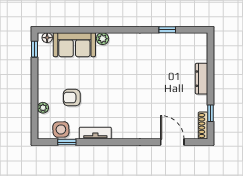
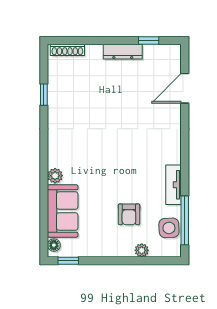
dresser: (201, 79) -> (123, 52), moved
shoe rack: (203, 126) -> (67, 50), moved
window: (67, 142) -> (185, 220), width x2.17

